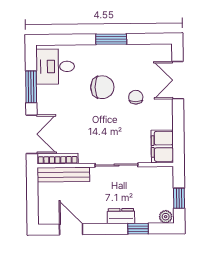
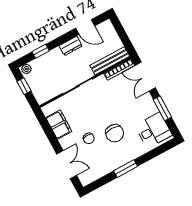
chair: (102, 87) -> (115, 133), turned -90
filing cabinet: (162, 146) -> (59, 125), moved
dresser: (121, 216) -> (71, 46), moved

